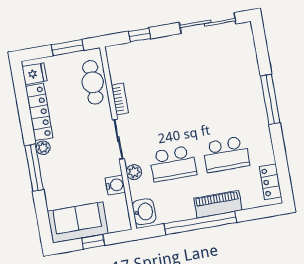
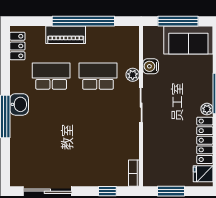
cafe table: (93, 82) -> (155, 158), removed
bookcase: (120, 99) -> (134, 173), moved
washbasin: (144, 212) -> (19, 104), moved, turned 180
window: (93, 242) -> (178, 21), width x2.17

